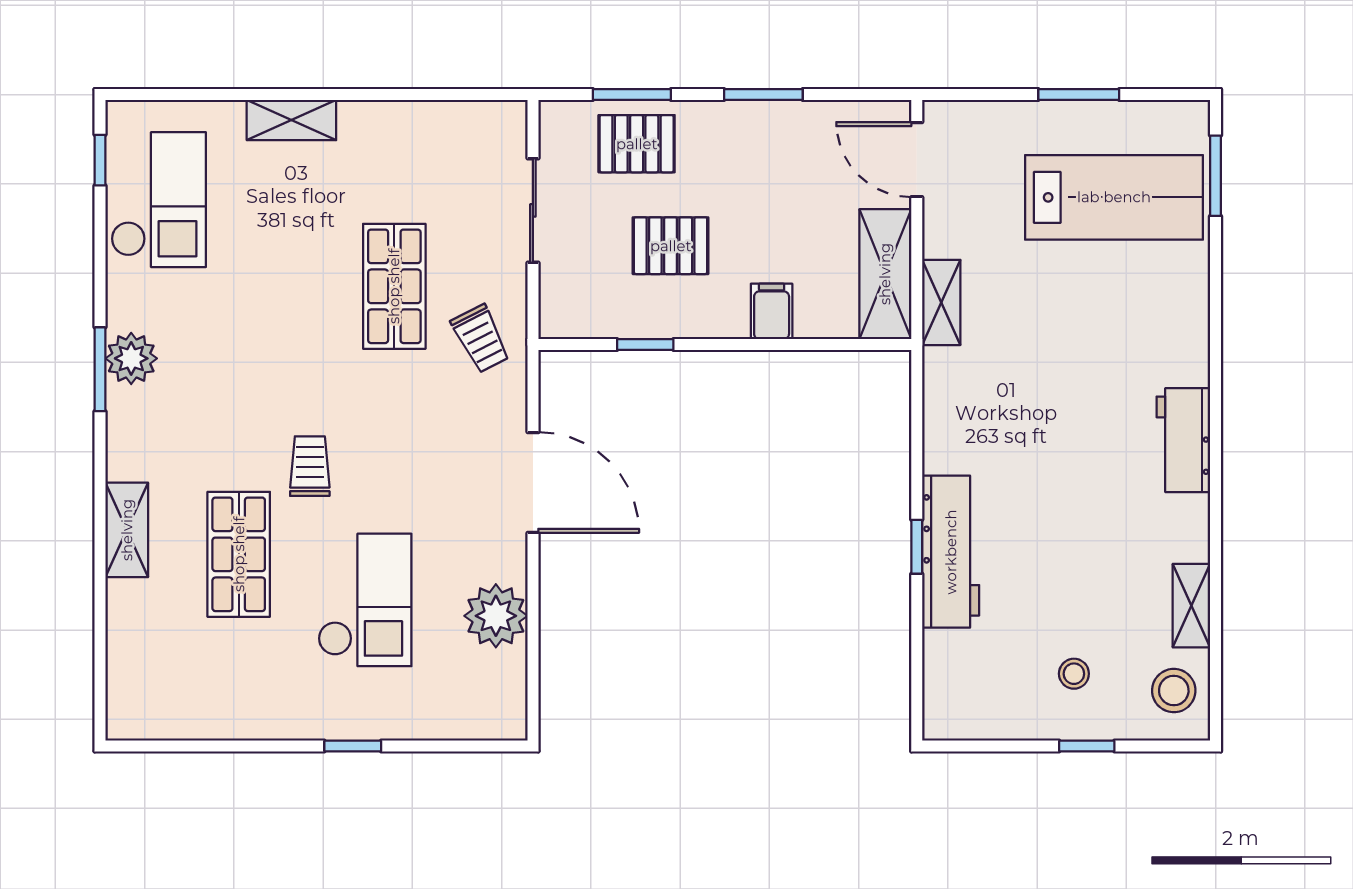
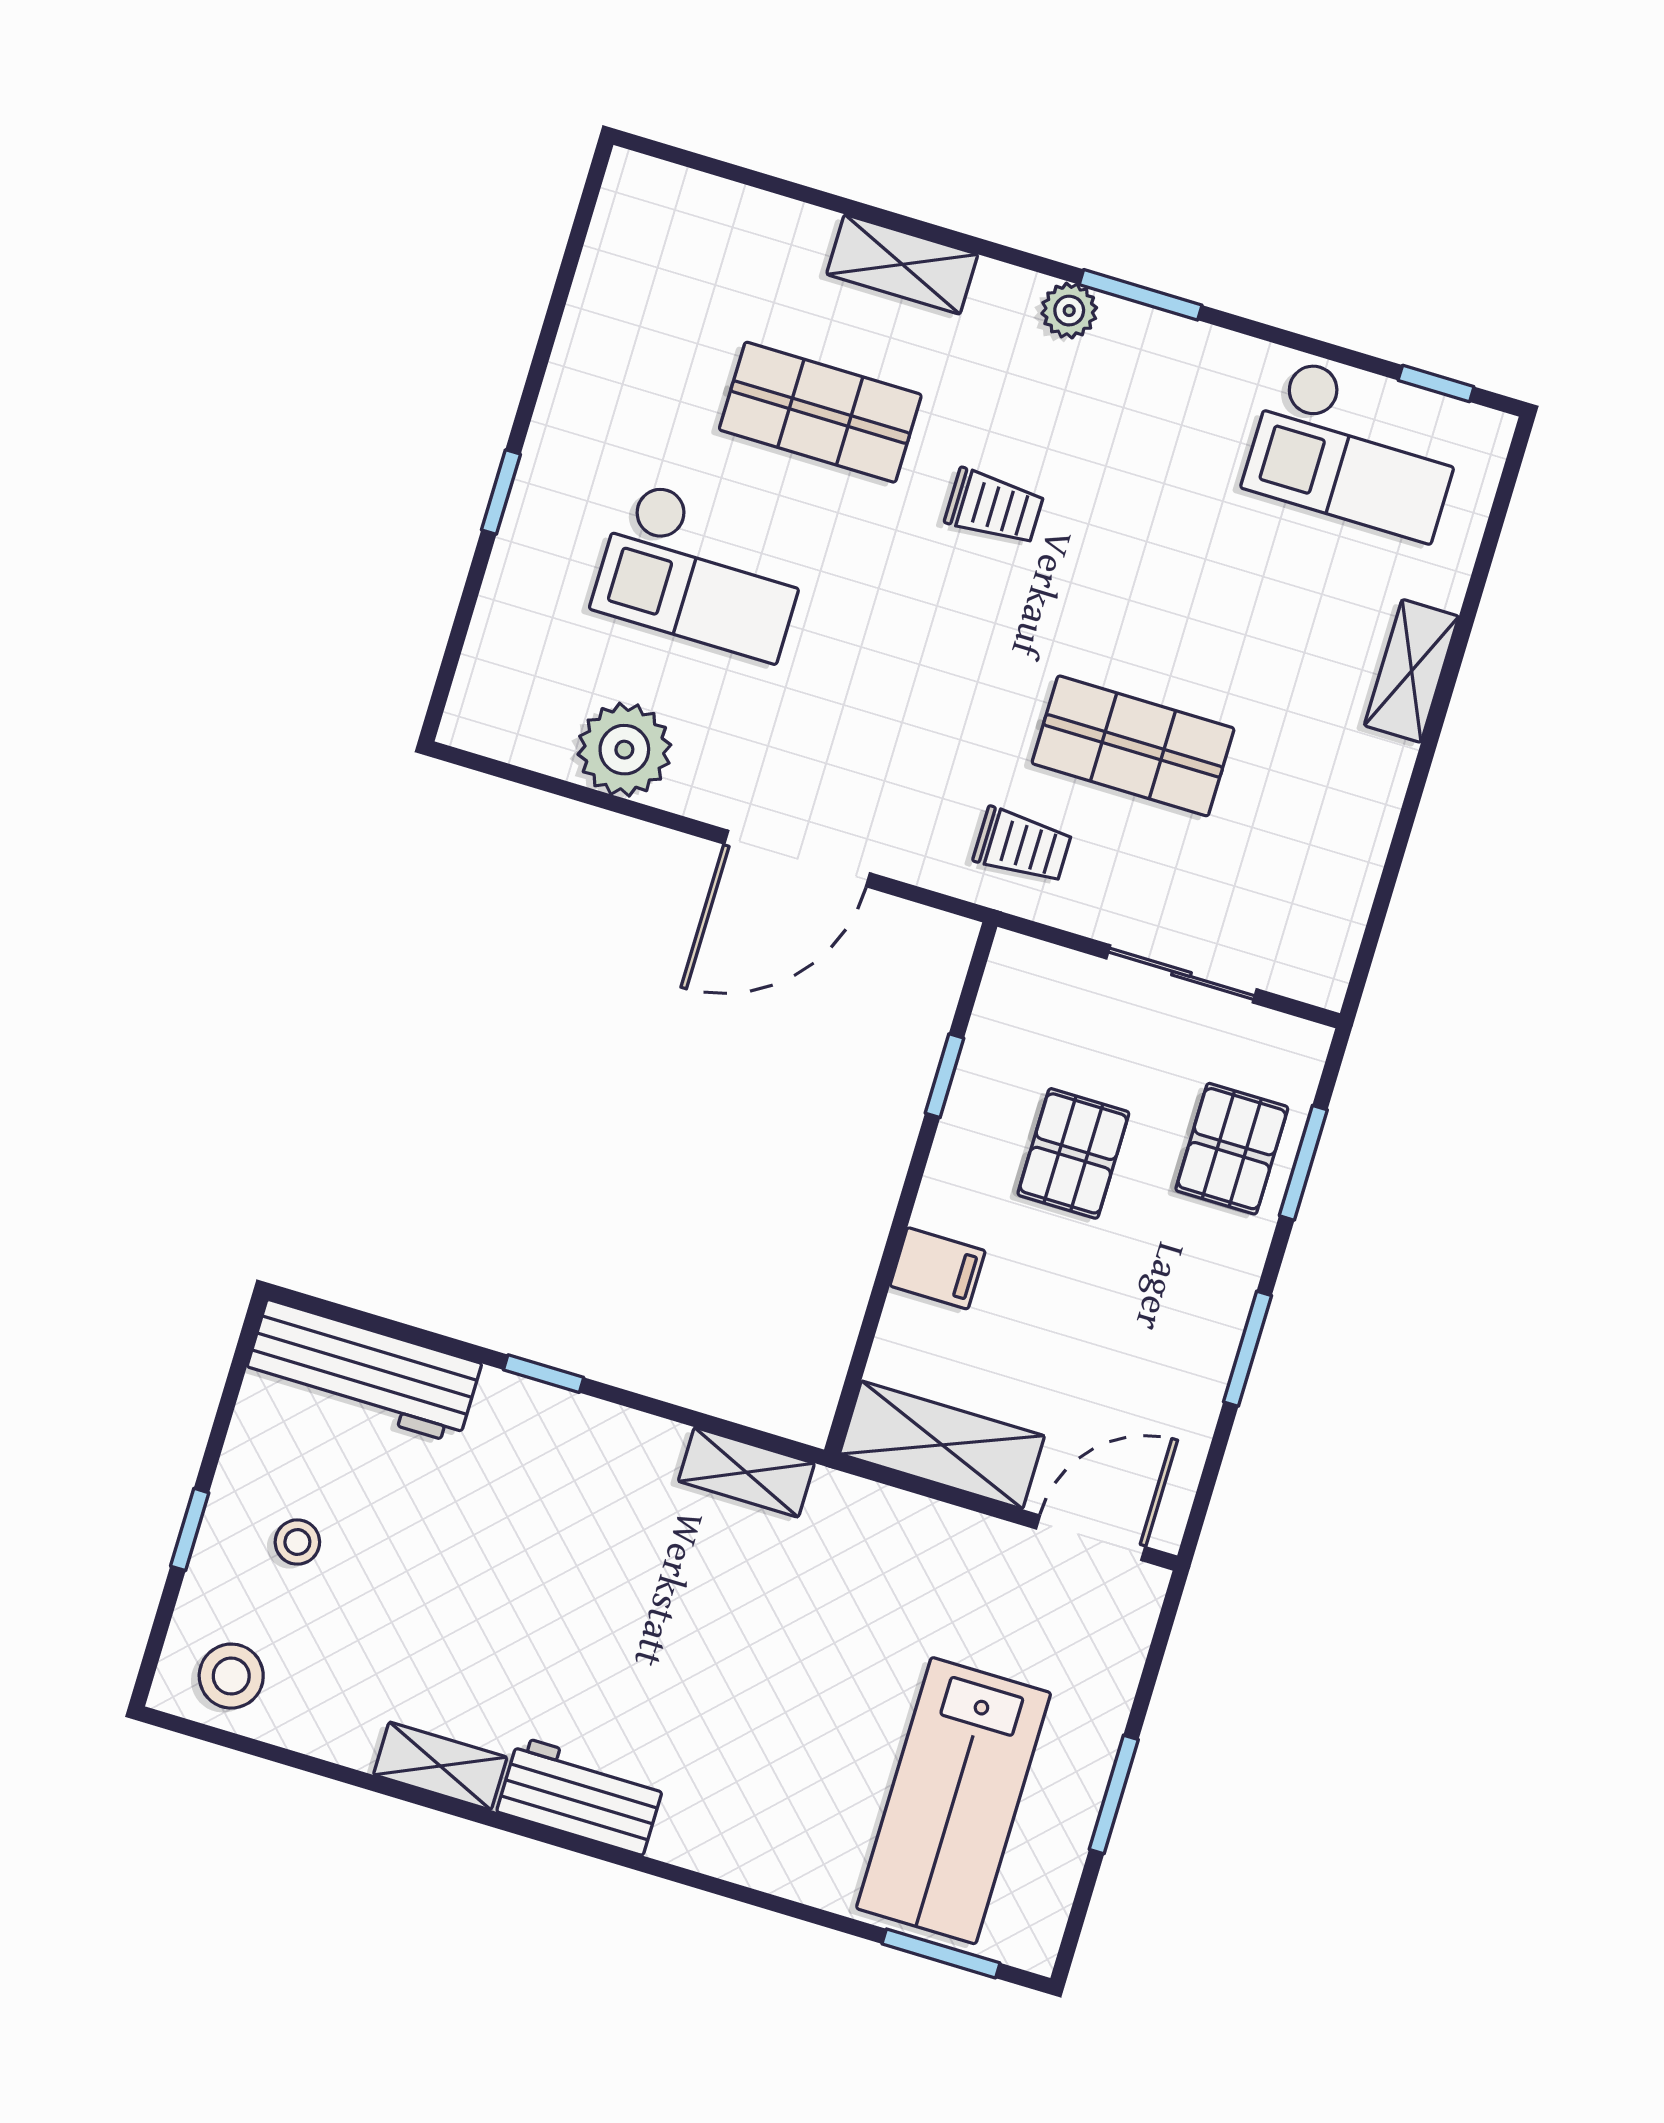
shelving: (941, 302) -> (746, 1472), moved
trolley: (481, 339) -> (1023, 846), turned -153
plant: (131, 358) -> (1069, 311), moved, width x0.73, depth x0.73
trolley: (310, 466) -> (994, 507), moved
workbench: (951, 552) -> (362, 1372), moved
shelving: (1191, 606) -> (440, 1766), moved

